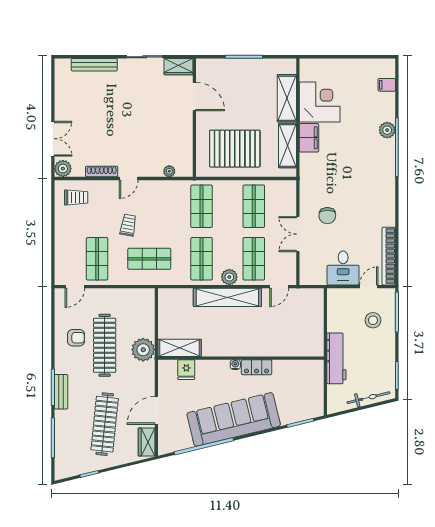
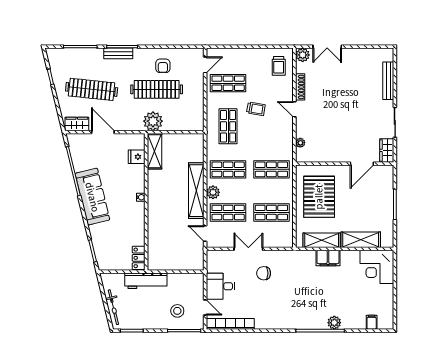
corner desk: (320, 102) -> (377, 267), moved, turned 90
door: (75, 287) -> (205, 65), swing flipped
locker: (257, 367) -> (139, 258), moved
sofa: (234, 419) -> (92, 197), width x0.74, depth x0.79

